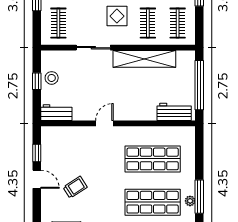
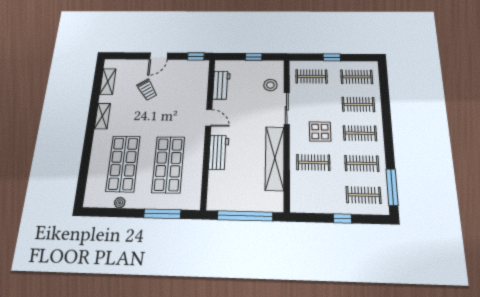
clothes rail: (178, 23) -> (314, 194), removed
stool: (52, 78) -> (270, 85), moved
workbench: (174, 112) -> (219, 152), moved
workbench: (56, 113) -> (221, 85), moved
window: (37, 153) -> (196, 56), moved
window: (199, 197) -> (162, 214), moved

